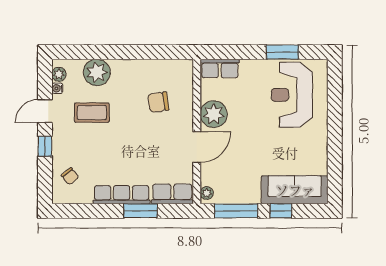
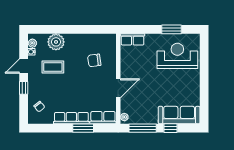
reception desk: (292, 95) -> (177, 56), turned 90
plant: (214, 114) -> (129, 68), removed

